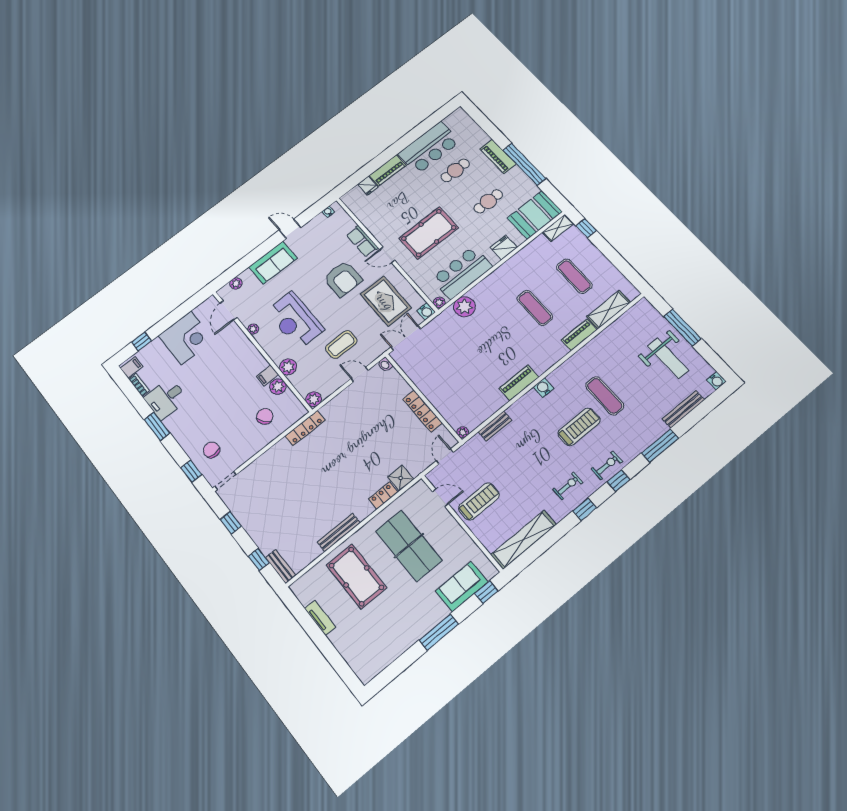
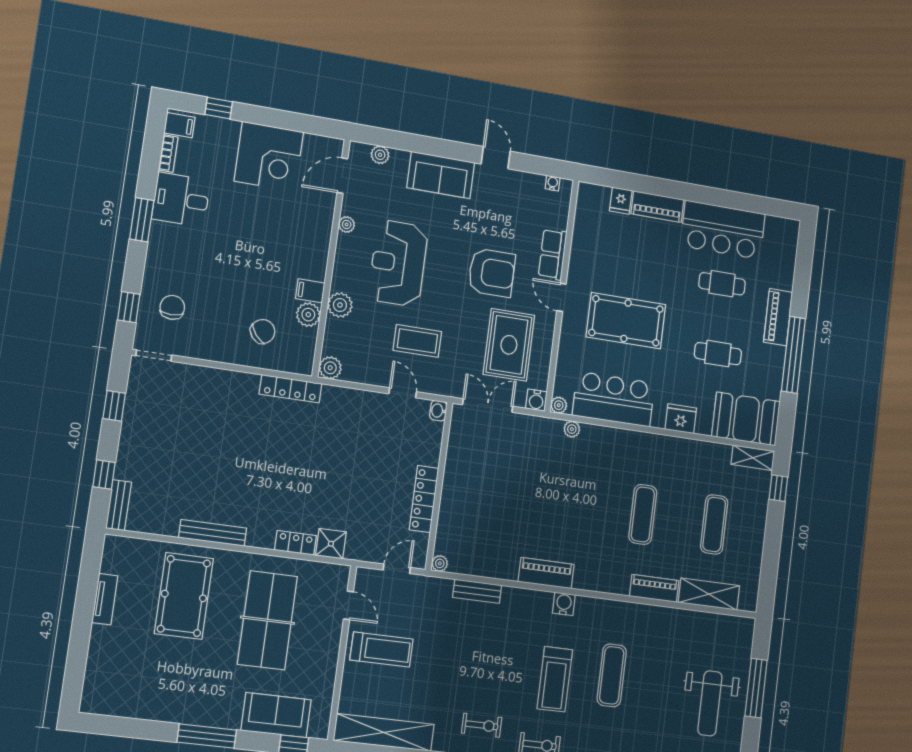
armchair: (343, 279) -> (492, 273), turned -90
plant: (464, 307) -> (572, 429), width x0.53, depth x0.53
treadmill: (579, 427) -> (555, 679), turned 90

